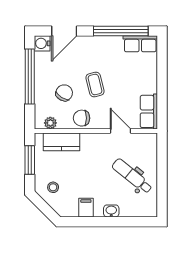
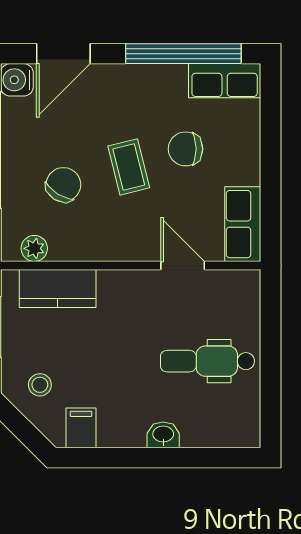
chair: (82, 118) -> (185, 149), moved
dental chair: (132, 176) -> (207, 361), turned -39
filing cabinet: (86, 208) -> (81, 428), moved

